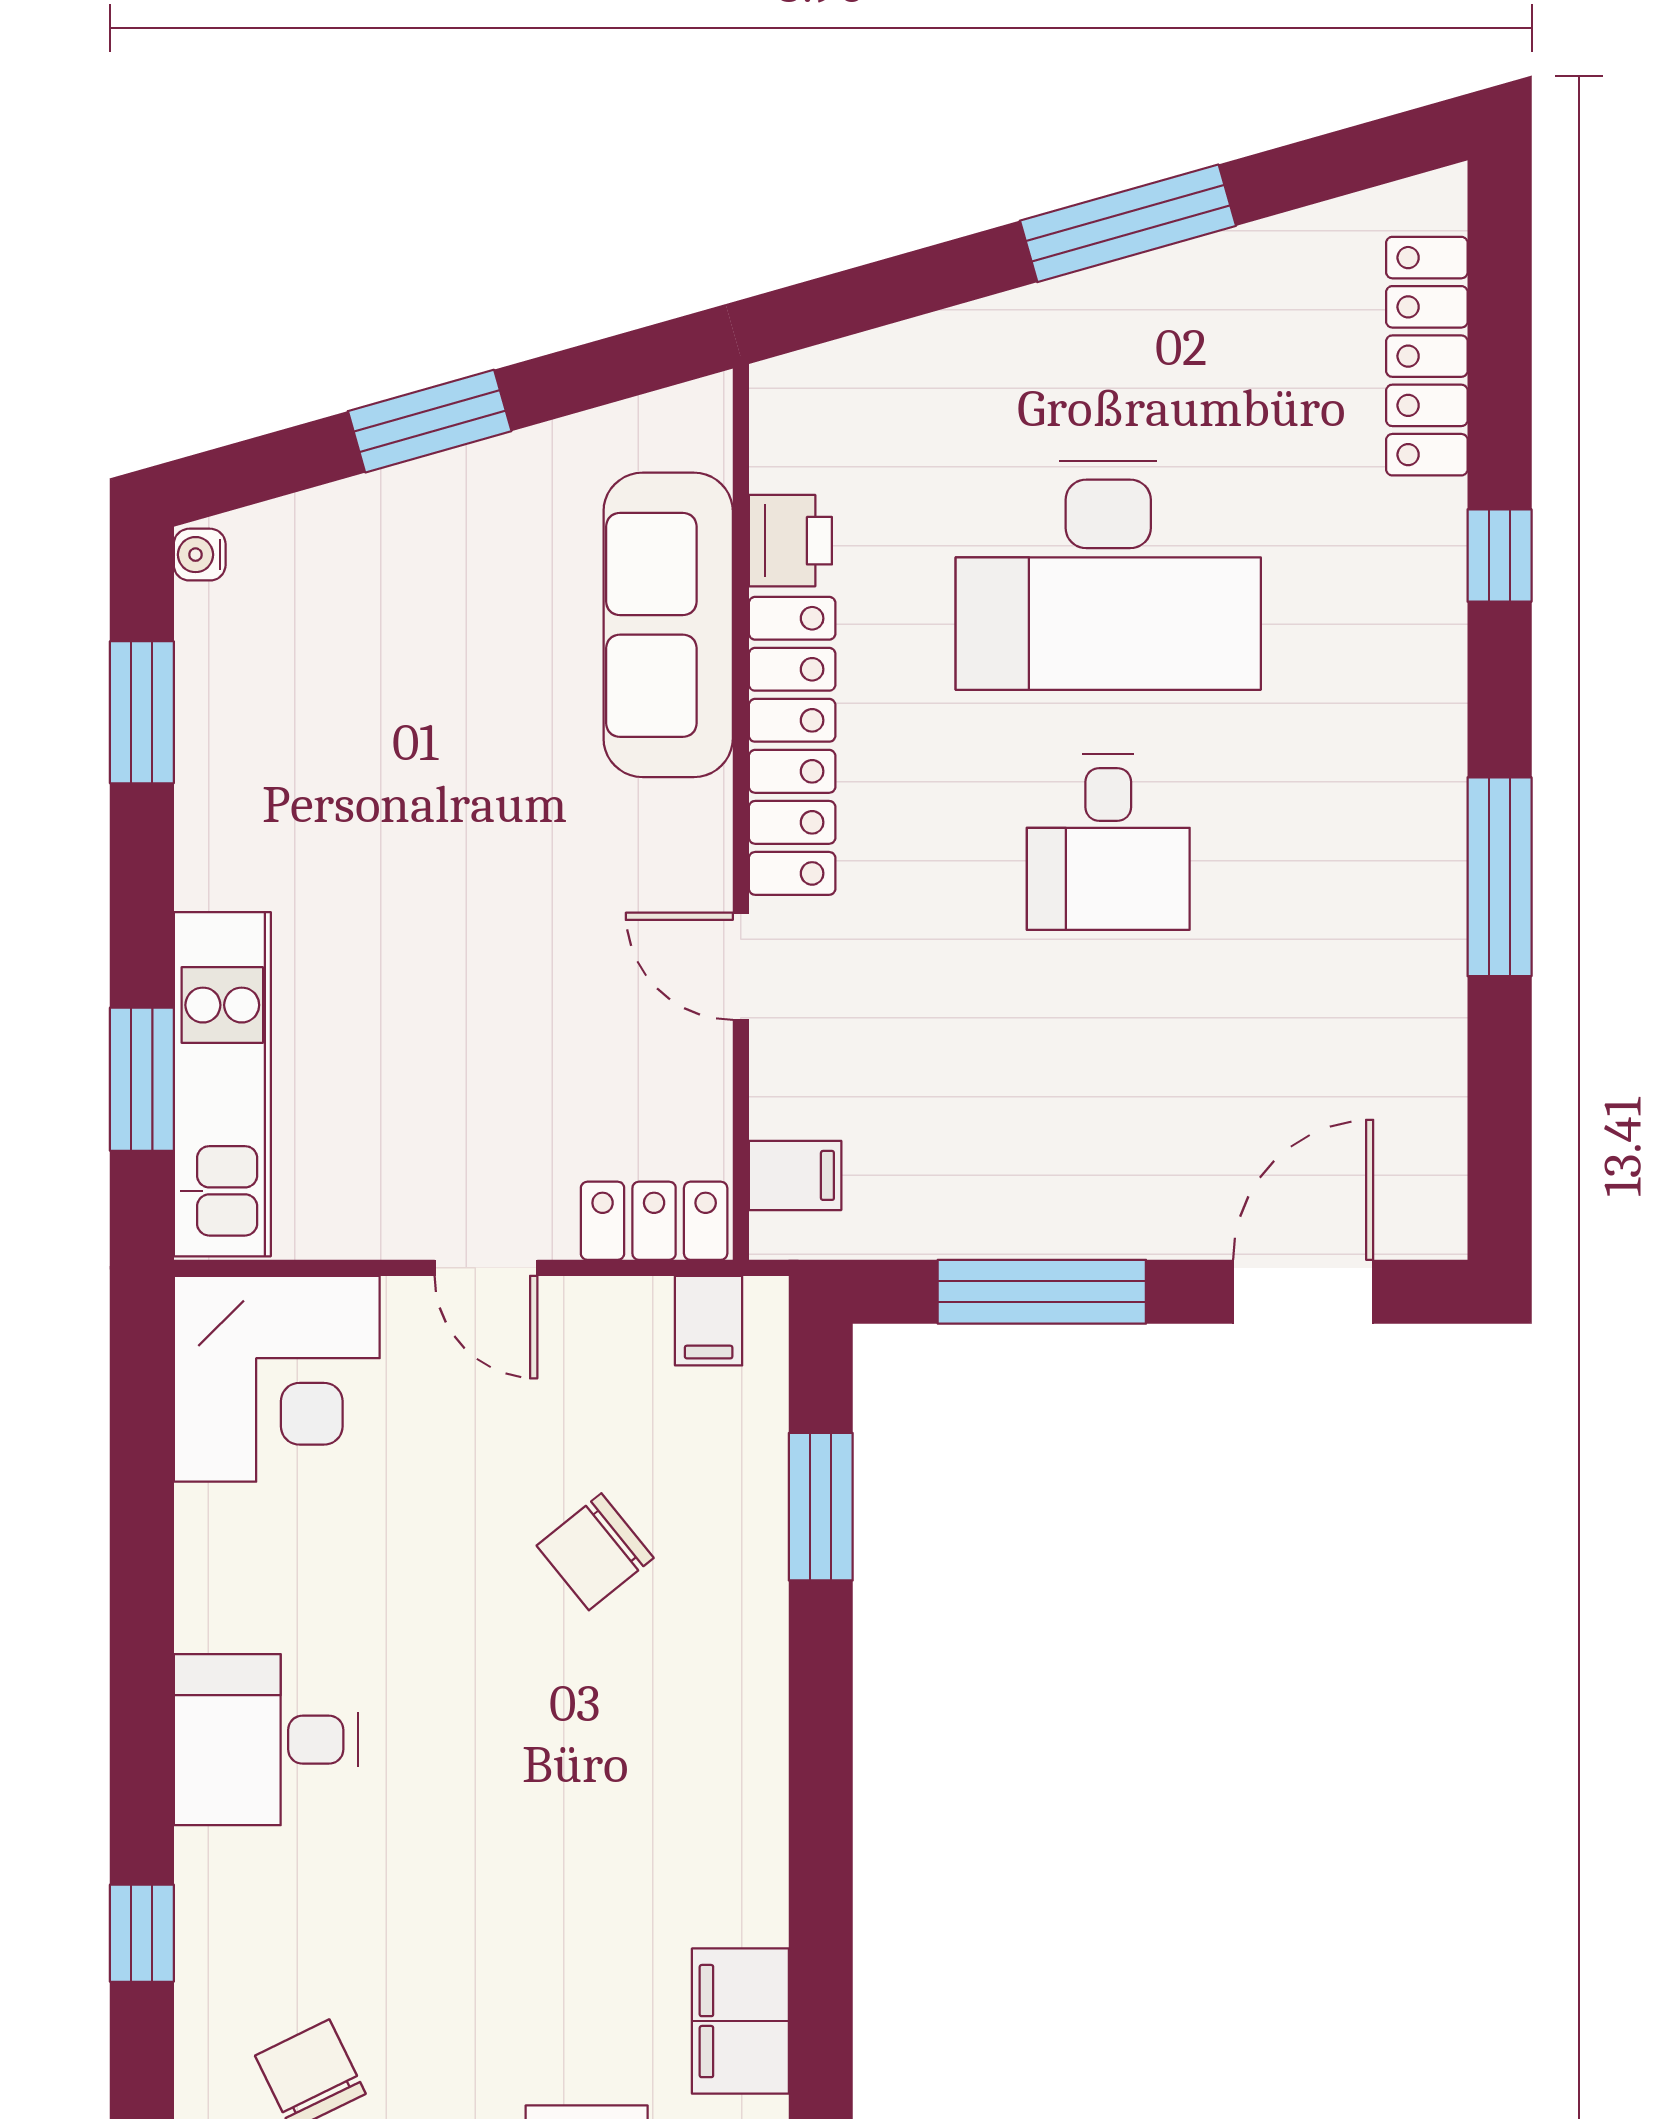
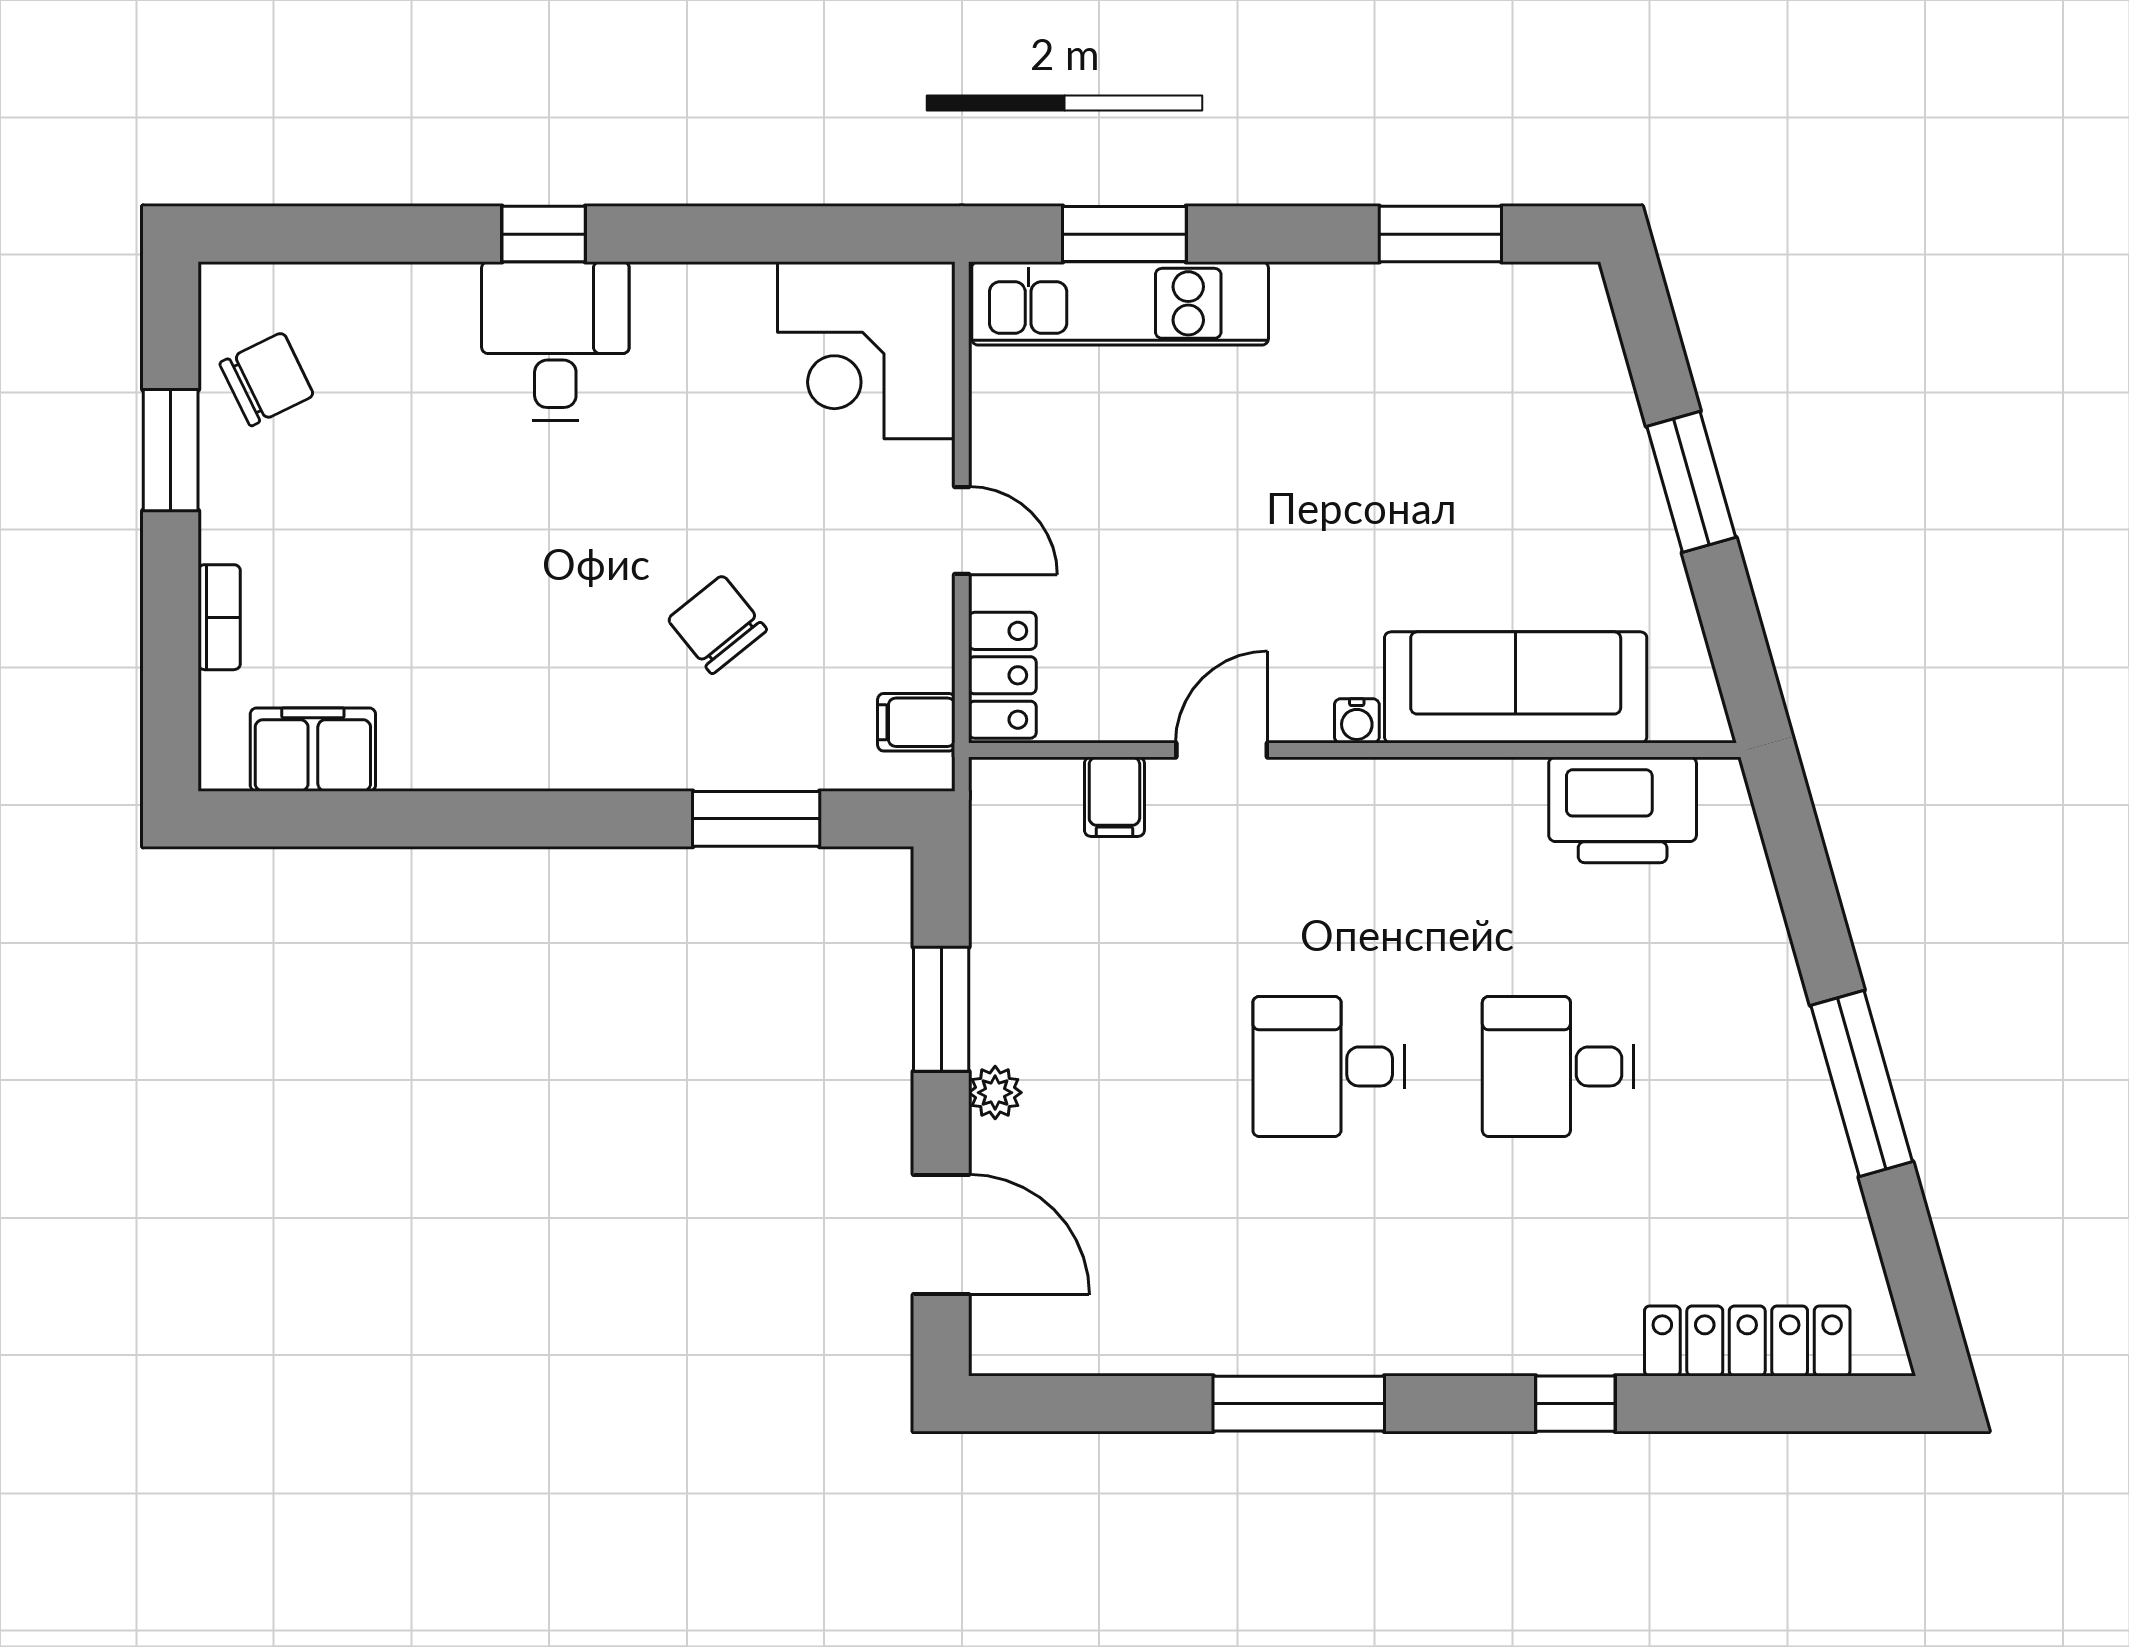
printer: (790, 541) -> (1623, 810), width x1.87, depth x1.48
water cooler: (200, 555) -> (1357, 721), moved, turned 180
desk: (1108, 576) -> (1558, 1066), width x0.53, depth x0.77
locker: (792, 746) -> (1411, 794), removed
filing cabinet: (795, 1175) -> (1114, 797), moved
plant: (1138, 1229) -> (995, 1093), added
door: (486, 1268) -> (962, 530), swing flipped
window: (1042, 1292) -> (941, 1009), width x0.69
window: (142, 1933) -> (544, 234), moved

